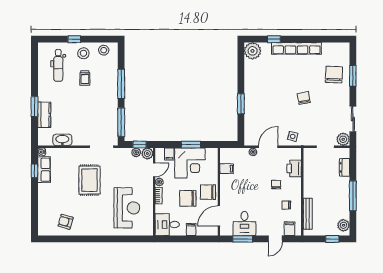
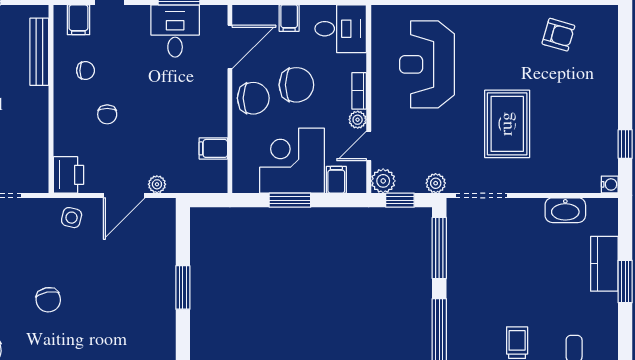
plant: (136, 152) -> (436, 183), moved
printer: (294, 168) -> (68, 175), moved
row of seats: (44, 170) -> (605, 146), removed

